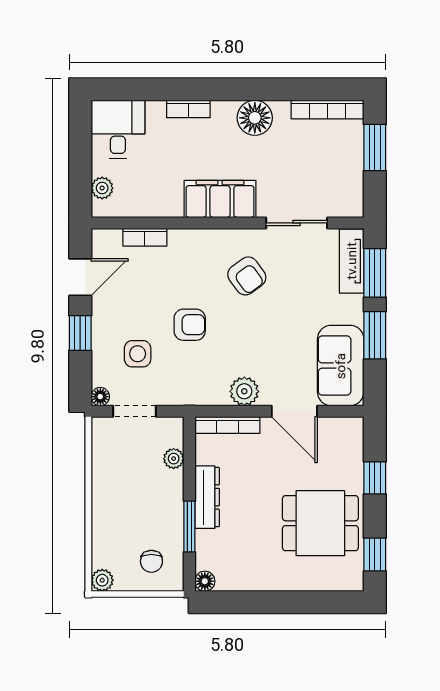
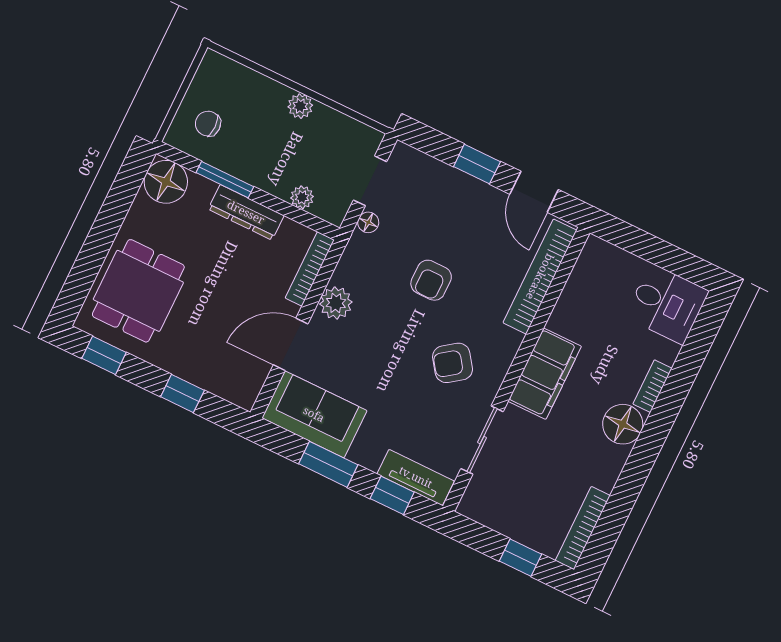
floor lamp: (255, 118) -> (623, 424), moved
window: (375, 147) -> (520, 558), width x0.67
plant: (102, 188) -> (614, 259), removed
bookcase: (145, 237) -> (540, 277), width x2.31, depth x1.31
window: (375, 273) -> (392, 495), width x0.67
side table: (138, 354) -> (427, 213), removed
floor lamp: (100, 397) -> (368, 222), moved
dining table: (320, 523) -> (138, 291), moved
plant: (102, 580) -> (300, 106), moved
floor lamp: (205, 581) -> (166, 182), width x1.89, depth x1.89

